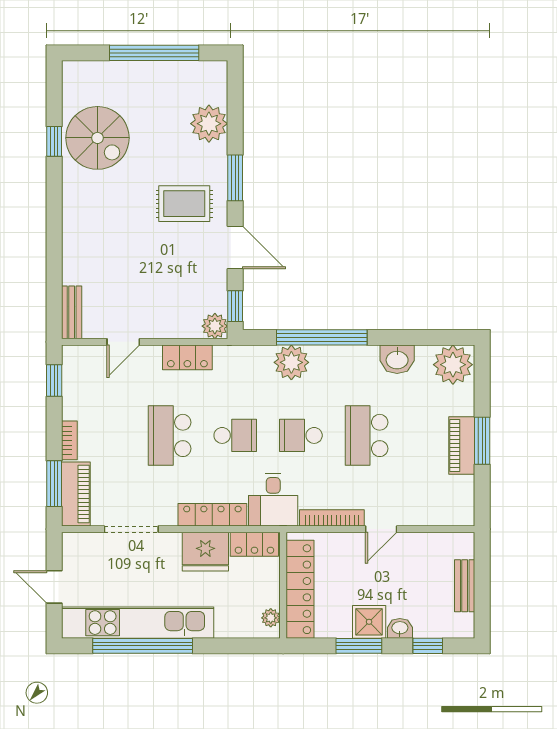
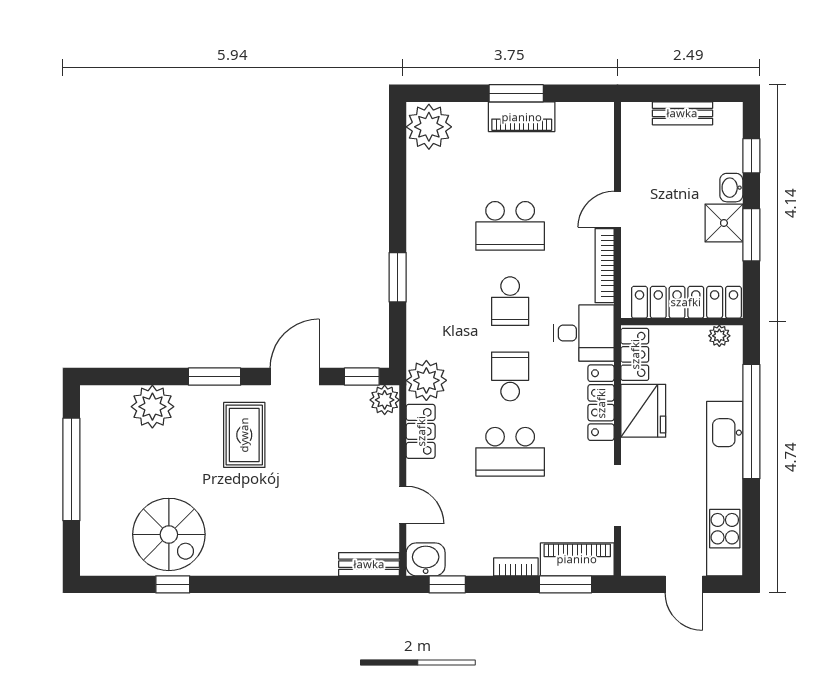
spiral stairs: (97, 138) -> (169, 534), turned 90
window: (322, 337) -> (398, 277), width x0.47
washbasin: (397, 359) -> (426, 559), moved, turned -90
plant: (291, 362) -> (426, 380), moved
door: (381, 529) -> (617, 209), swing flipped
door: (54, 587) -> (684, 584), hinge flipped
window: (143, 646) -> (751, 422), moved

